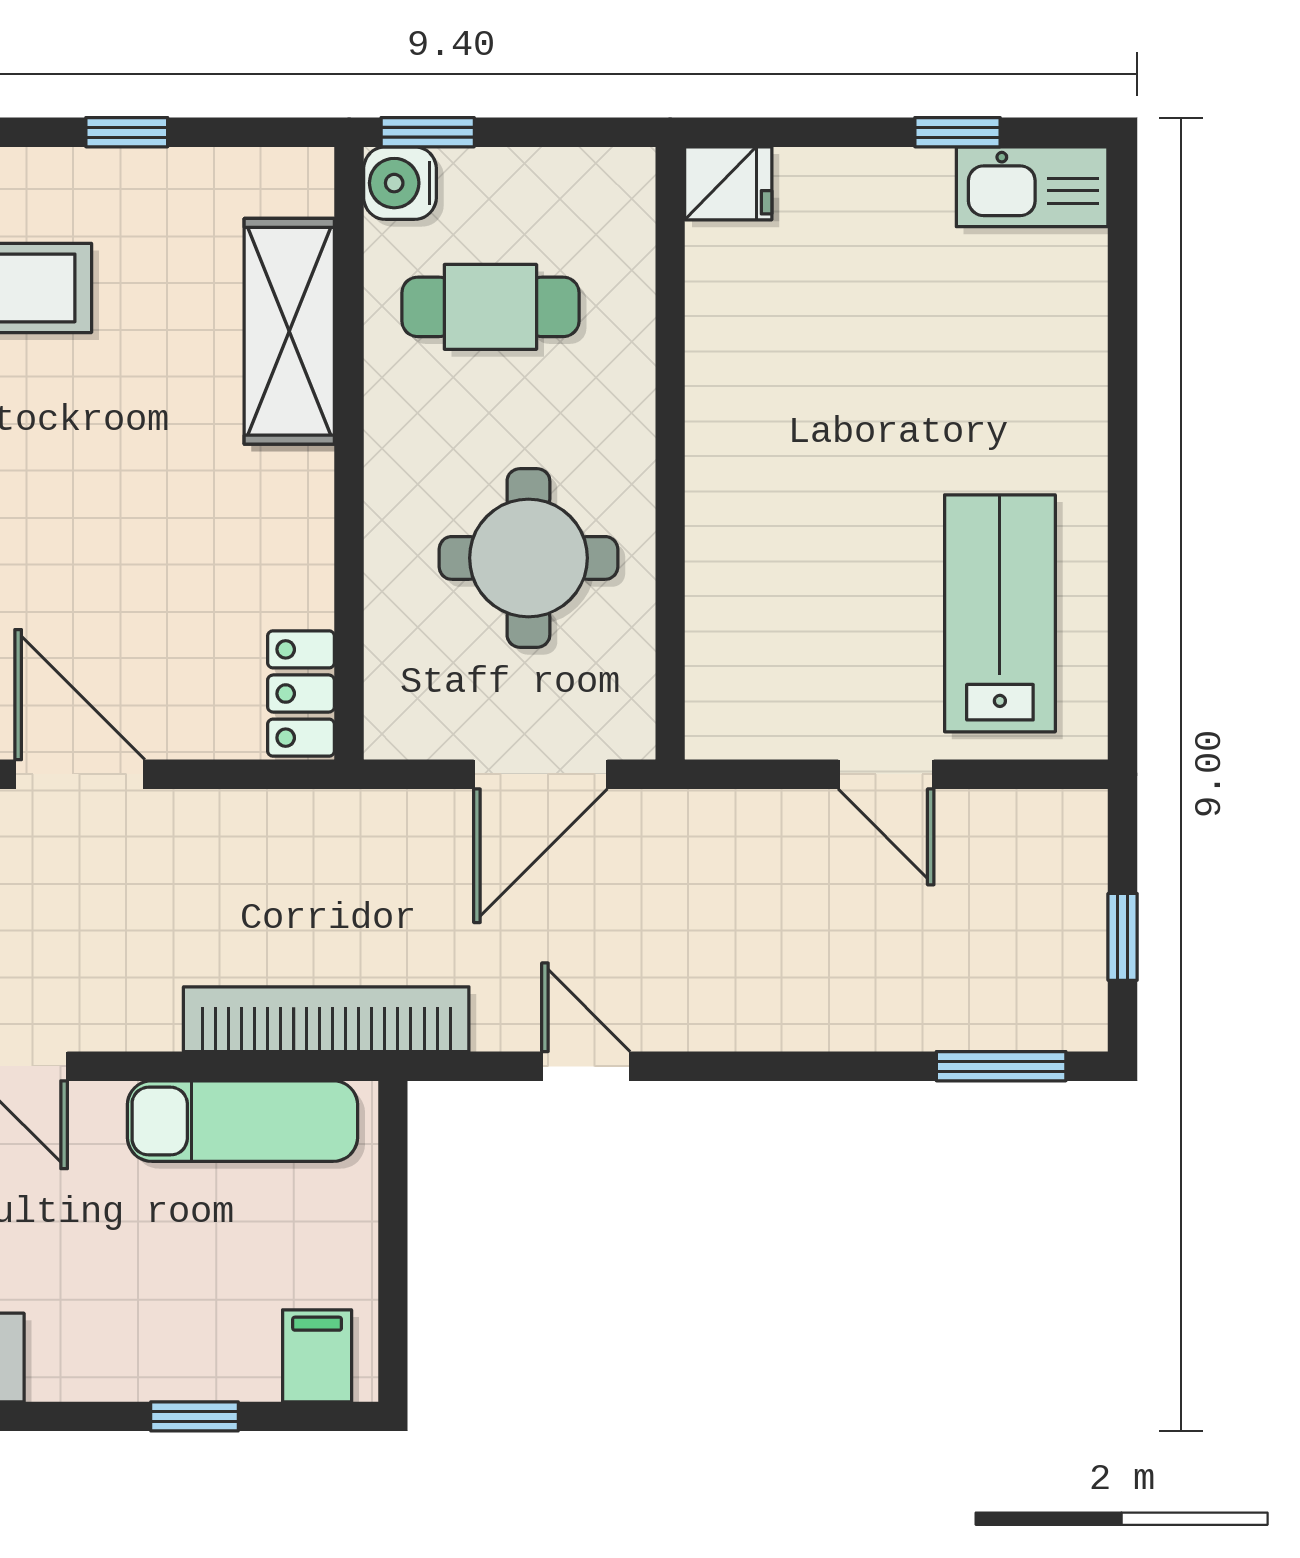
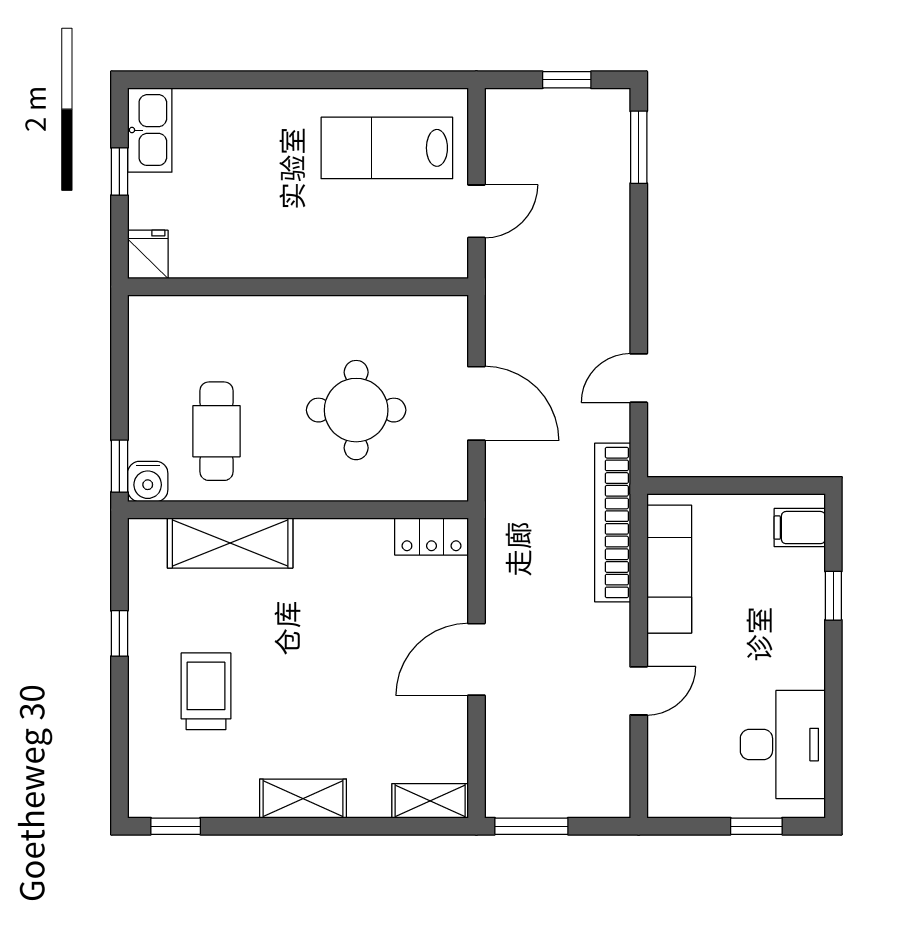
fridge: (728, 183) -> (148, 254), moved
wall: (670, 453) -> (298, 287), moved

